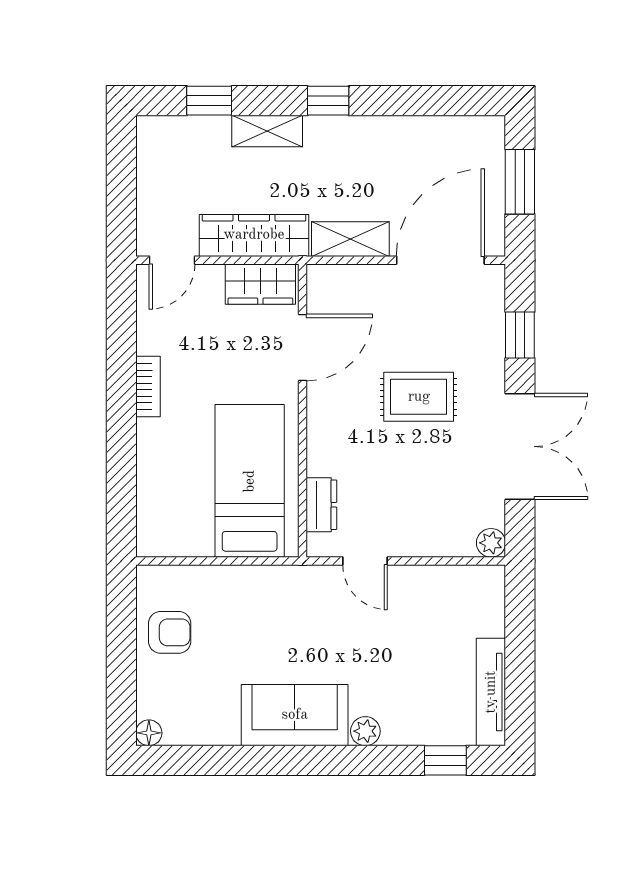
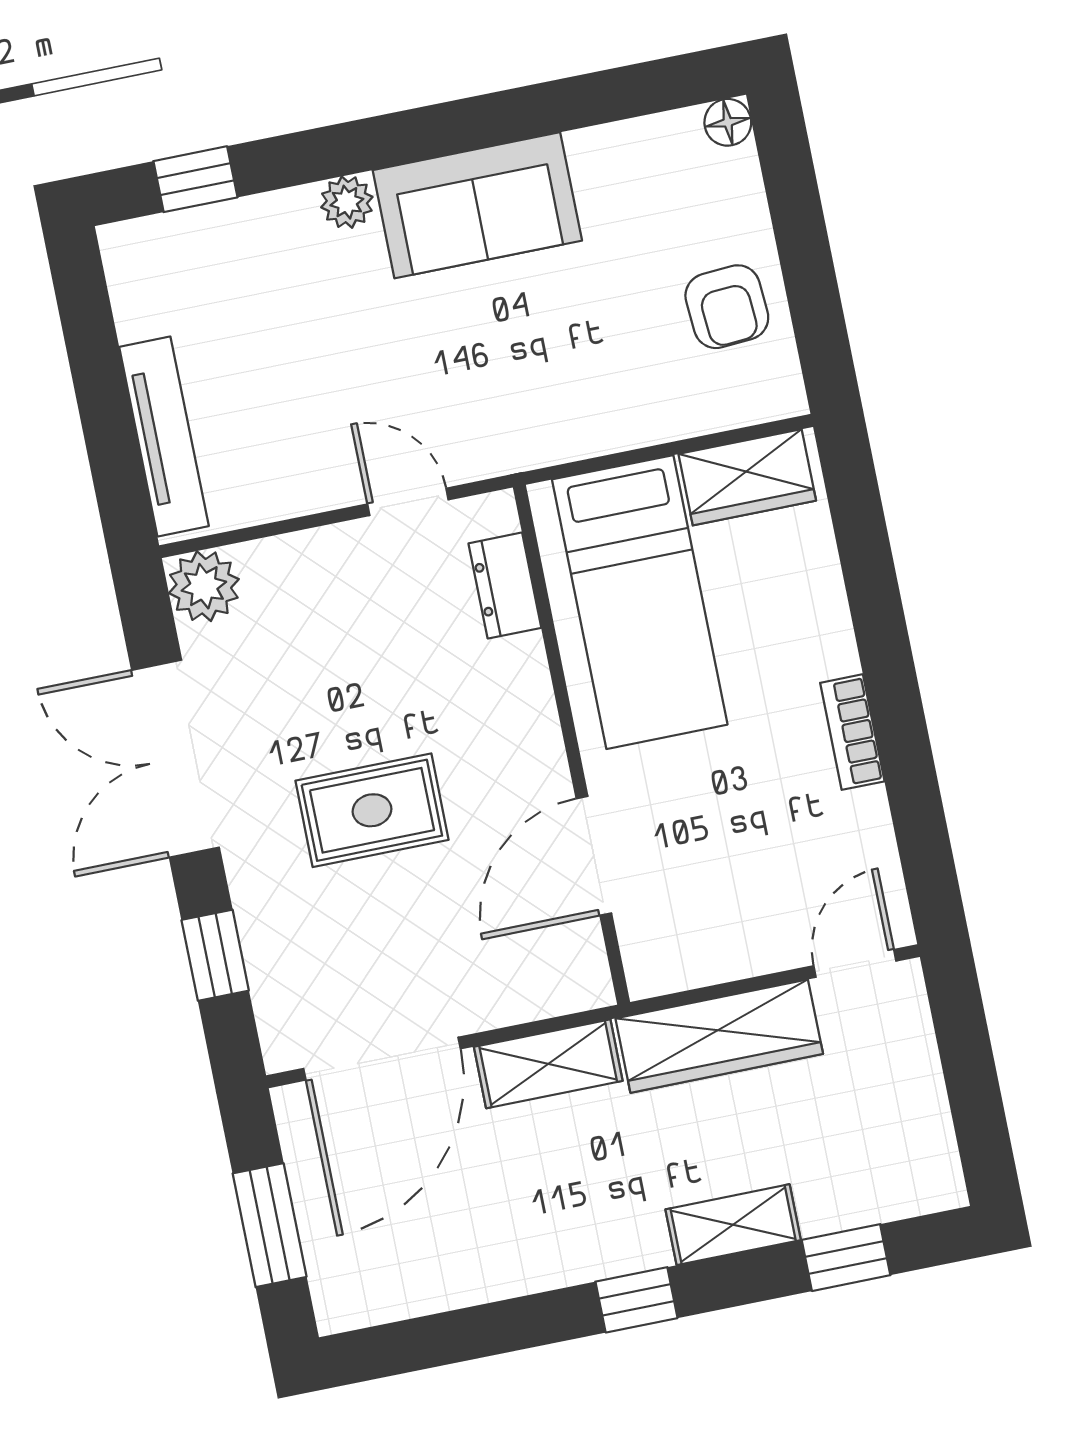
wardrobe: (260, 284) -> (747, 477), moved, turned 180
plant: (491, 543) -> (204, 586), width x1.38, depth x1.38
armchair: (170, 632) -> (727, 307), turned -94
tv unit: (491, 692) -> (164, 437), moved

